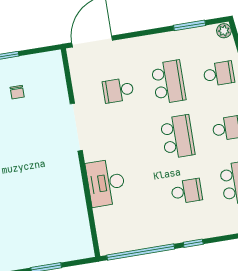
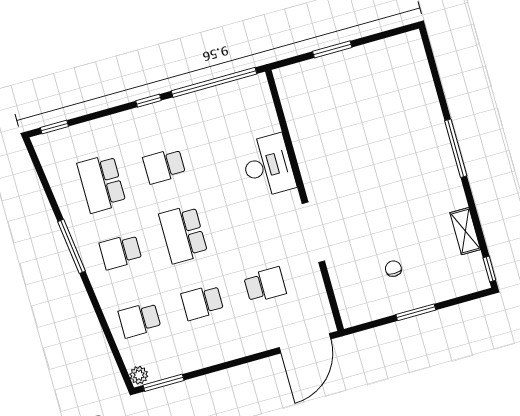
window: (190, 25) -> (163, 383), moved
school desk: (168, 82) -> (202, 302), width x0.54

